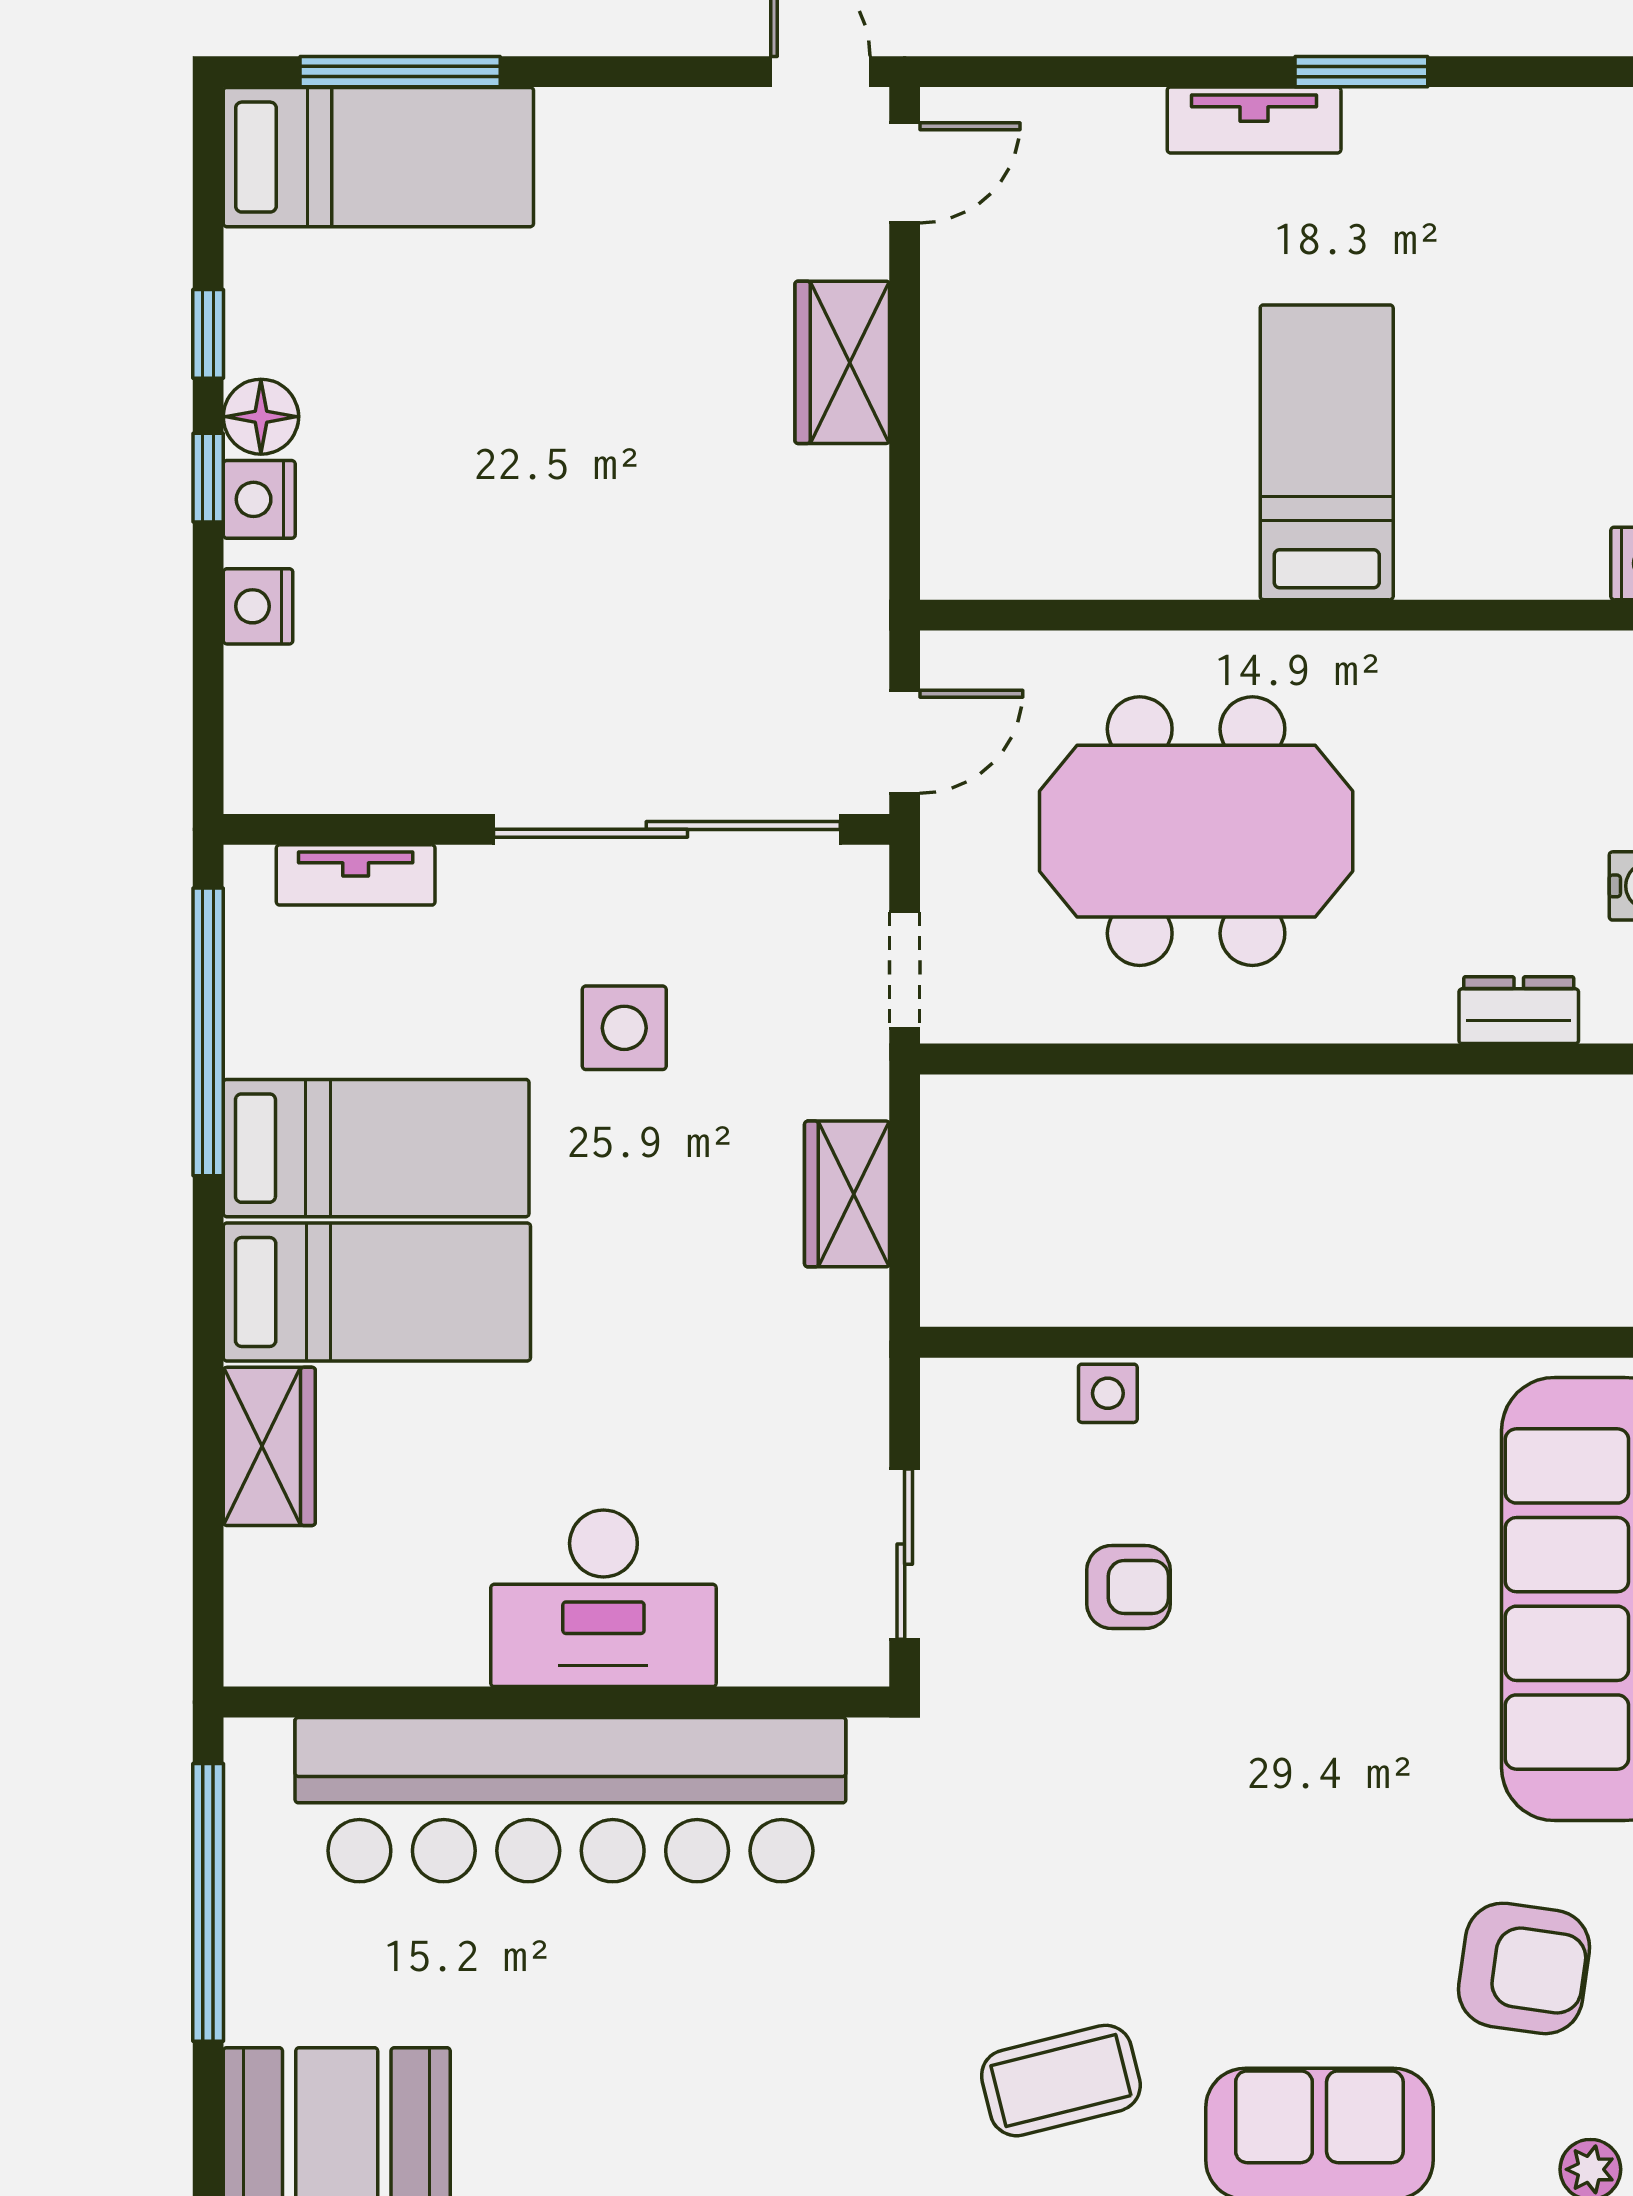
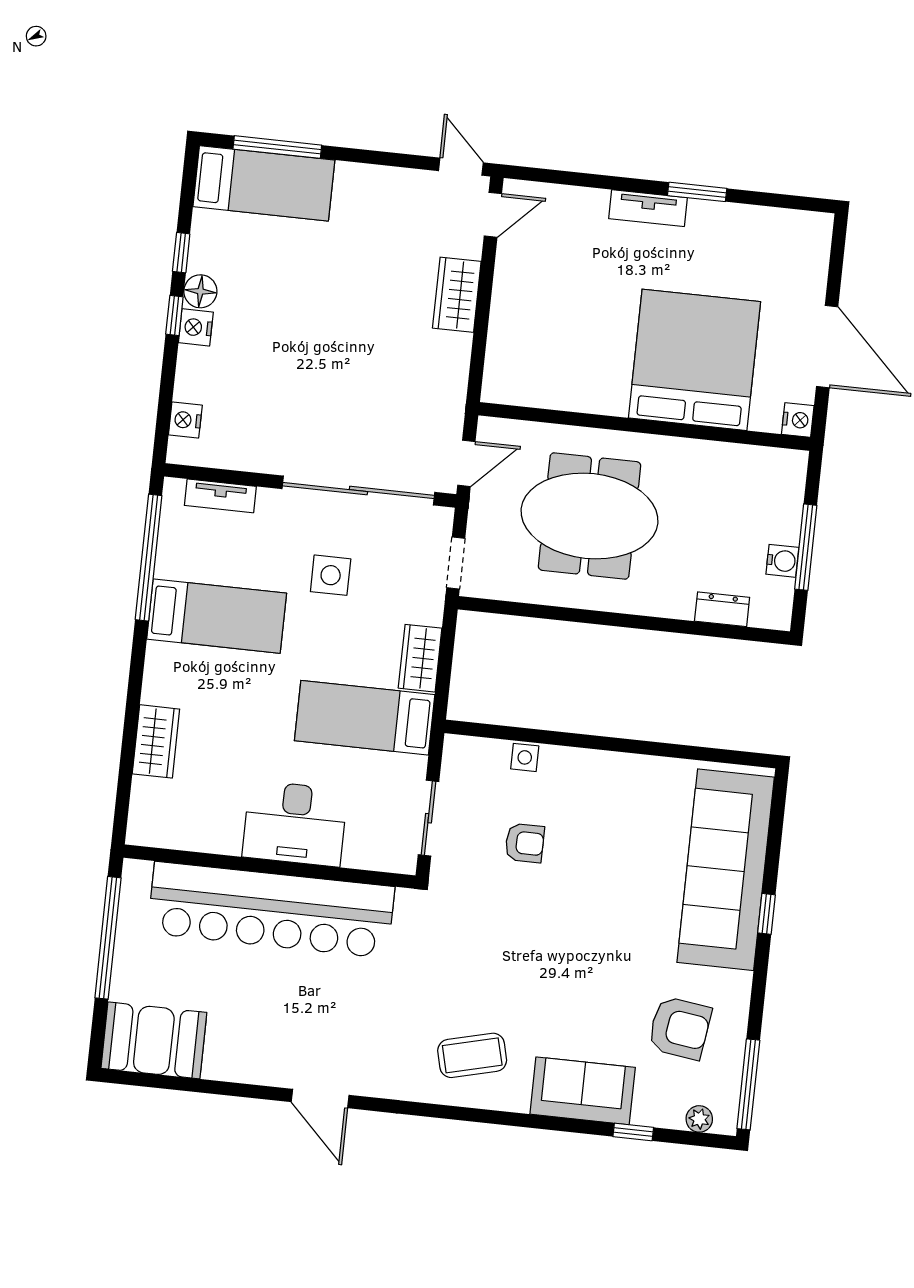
bed: (1327, 452) -> (695, 360), width x2.04
nightstand: (258, 606) -> (185, 420), moved
bed: (377, 1292) -> (365, 718), moved, turned 180

